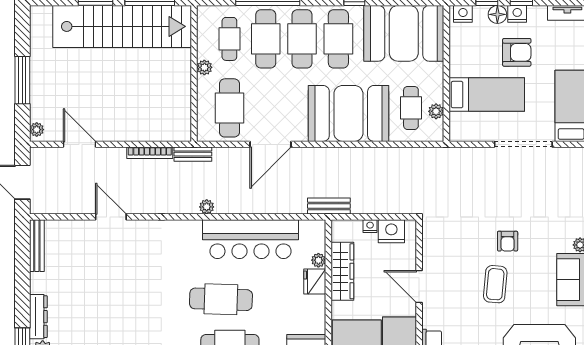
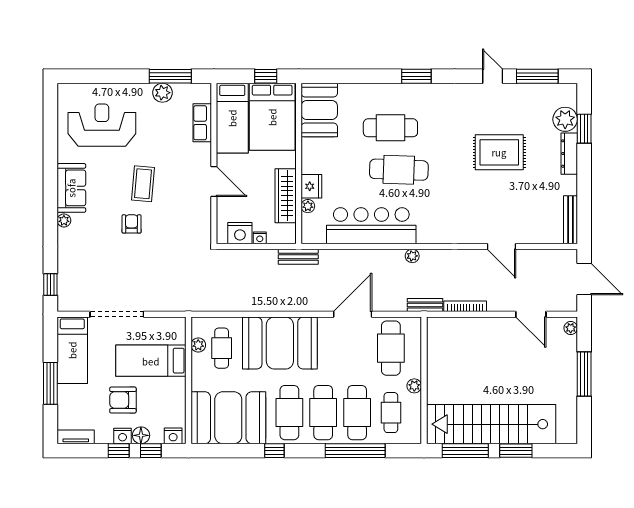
rug: (113, 318) -> (499, 152), added

